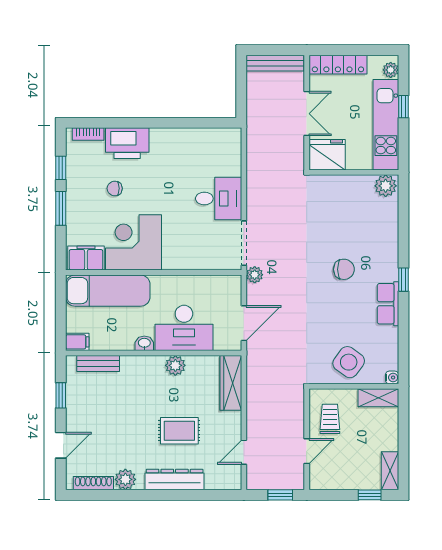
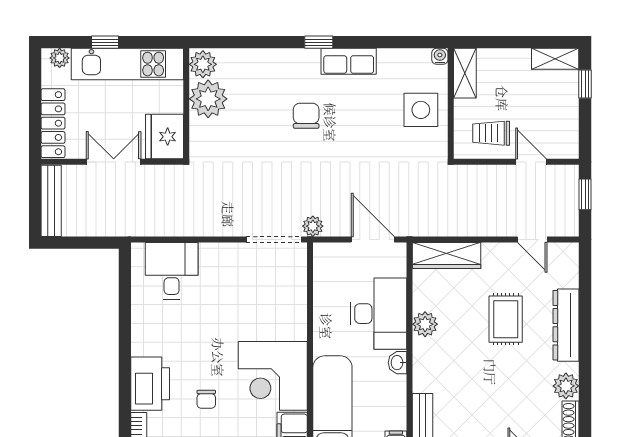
plant: (358, 190) -> (208, 99), added
desk: (219, 199) -> (172, 271), moved
side table: (349, 362) -> (421, 110), turned -36

